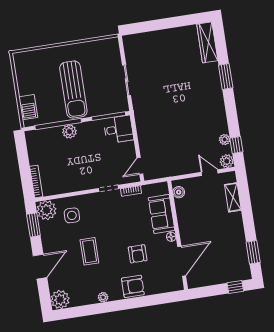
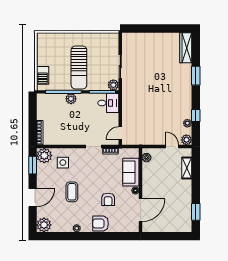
plant: (121, 105) -> (113, 85), added
window: (236, 145) -> (196, 115), moved
armchair: (133, 286) -> (101, 224), turned 180
window: (235, 287) -> (178, 236), removed

